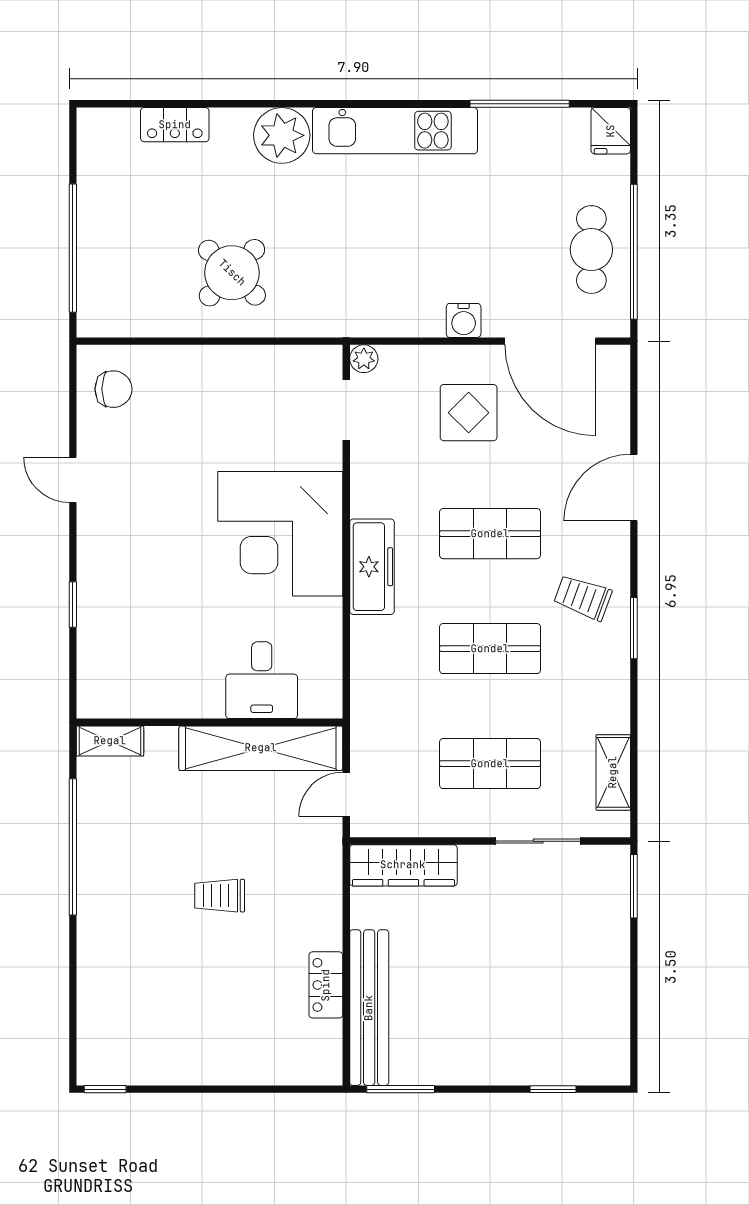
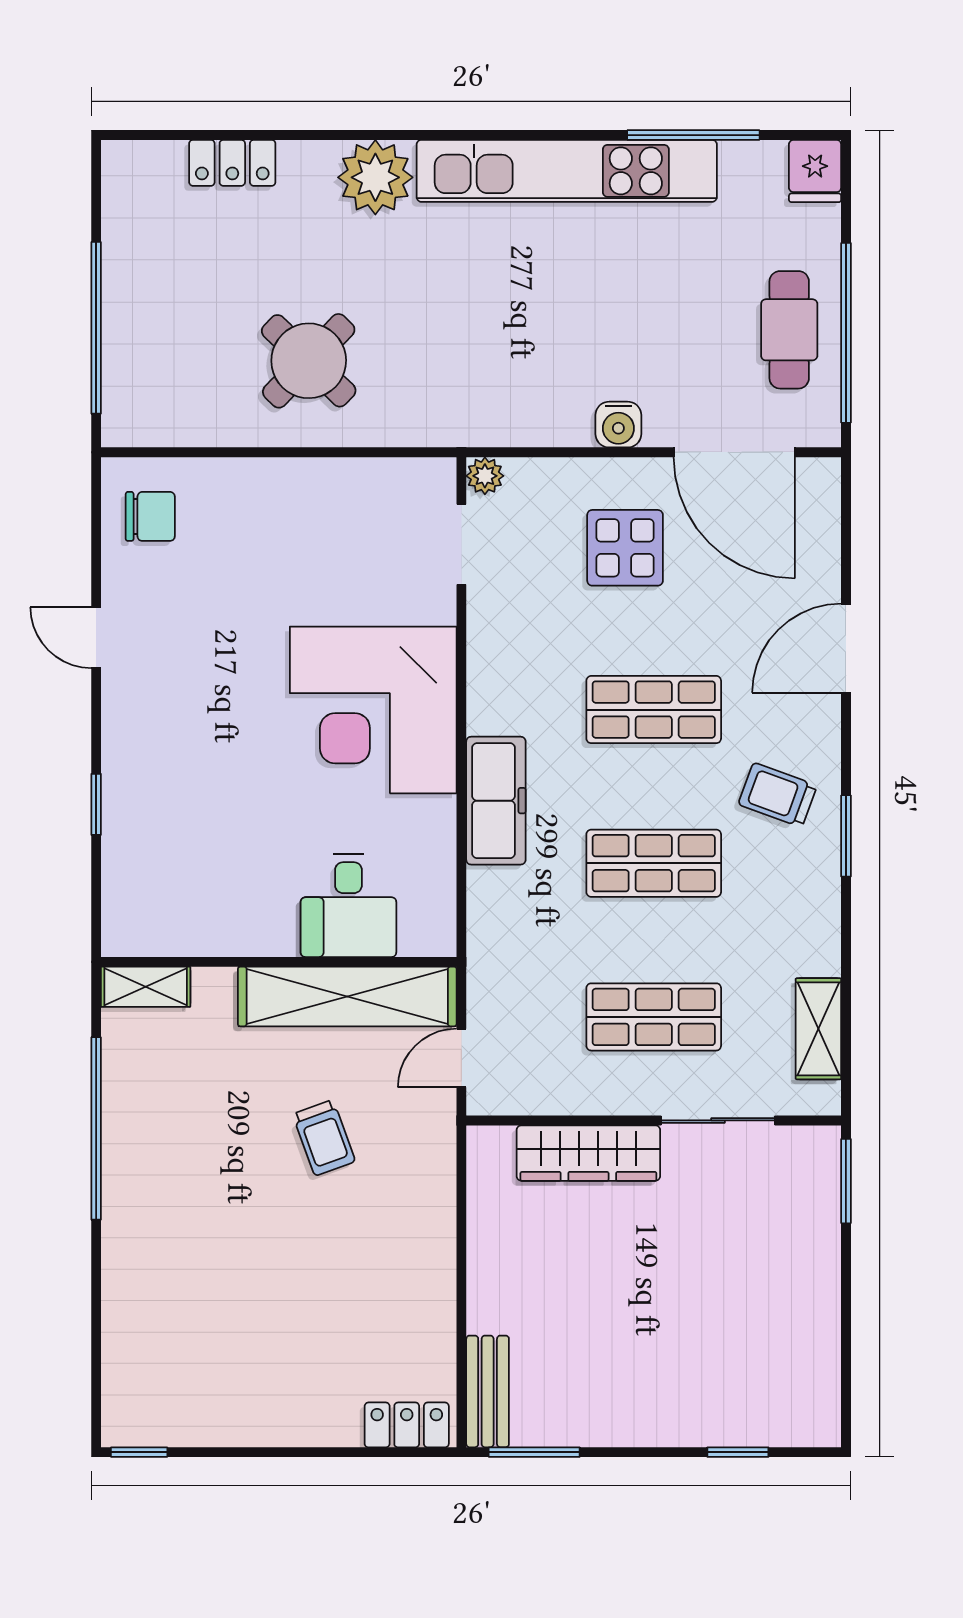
kitchen unit: (395, 131) -> (567, 171), width x1.36
freezer: (372, 567) -> (496, 801), moved
wardrobe: (403, 865) -> (588, 1153), moved
trolley: (220, 896) -> (324, 1138), moved, turned -110
locker: (326, 985) -> (407, 1425), moved, turned 90
bench: (369, 1008) -> (488, 1391), width x0.54, depth x0.82

